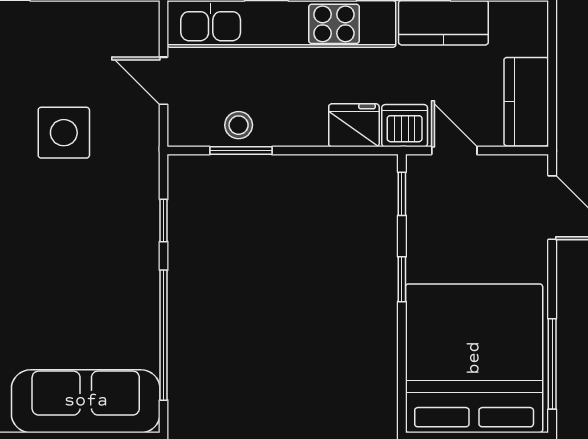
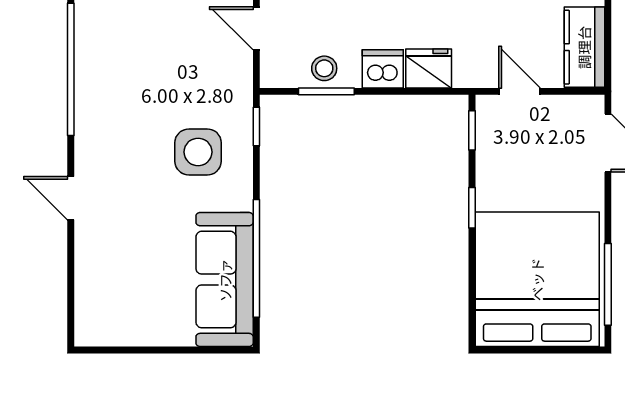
dishwasher: (405, 126) -> (383, 69), moved
side table: (64, 133) -> (198, 152), moved
window: (164, 220) -> (256, 126), moved
sofa: (86, 401) -> (225, 280), moved, turned -90

